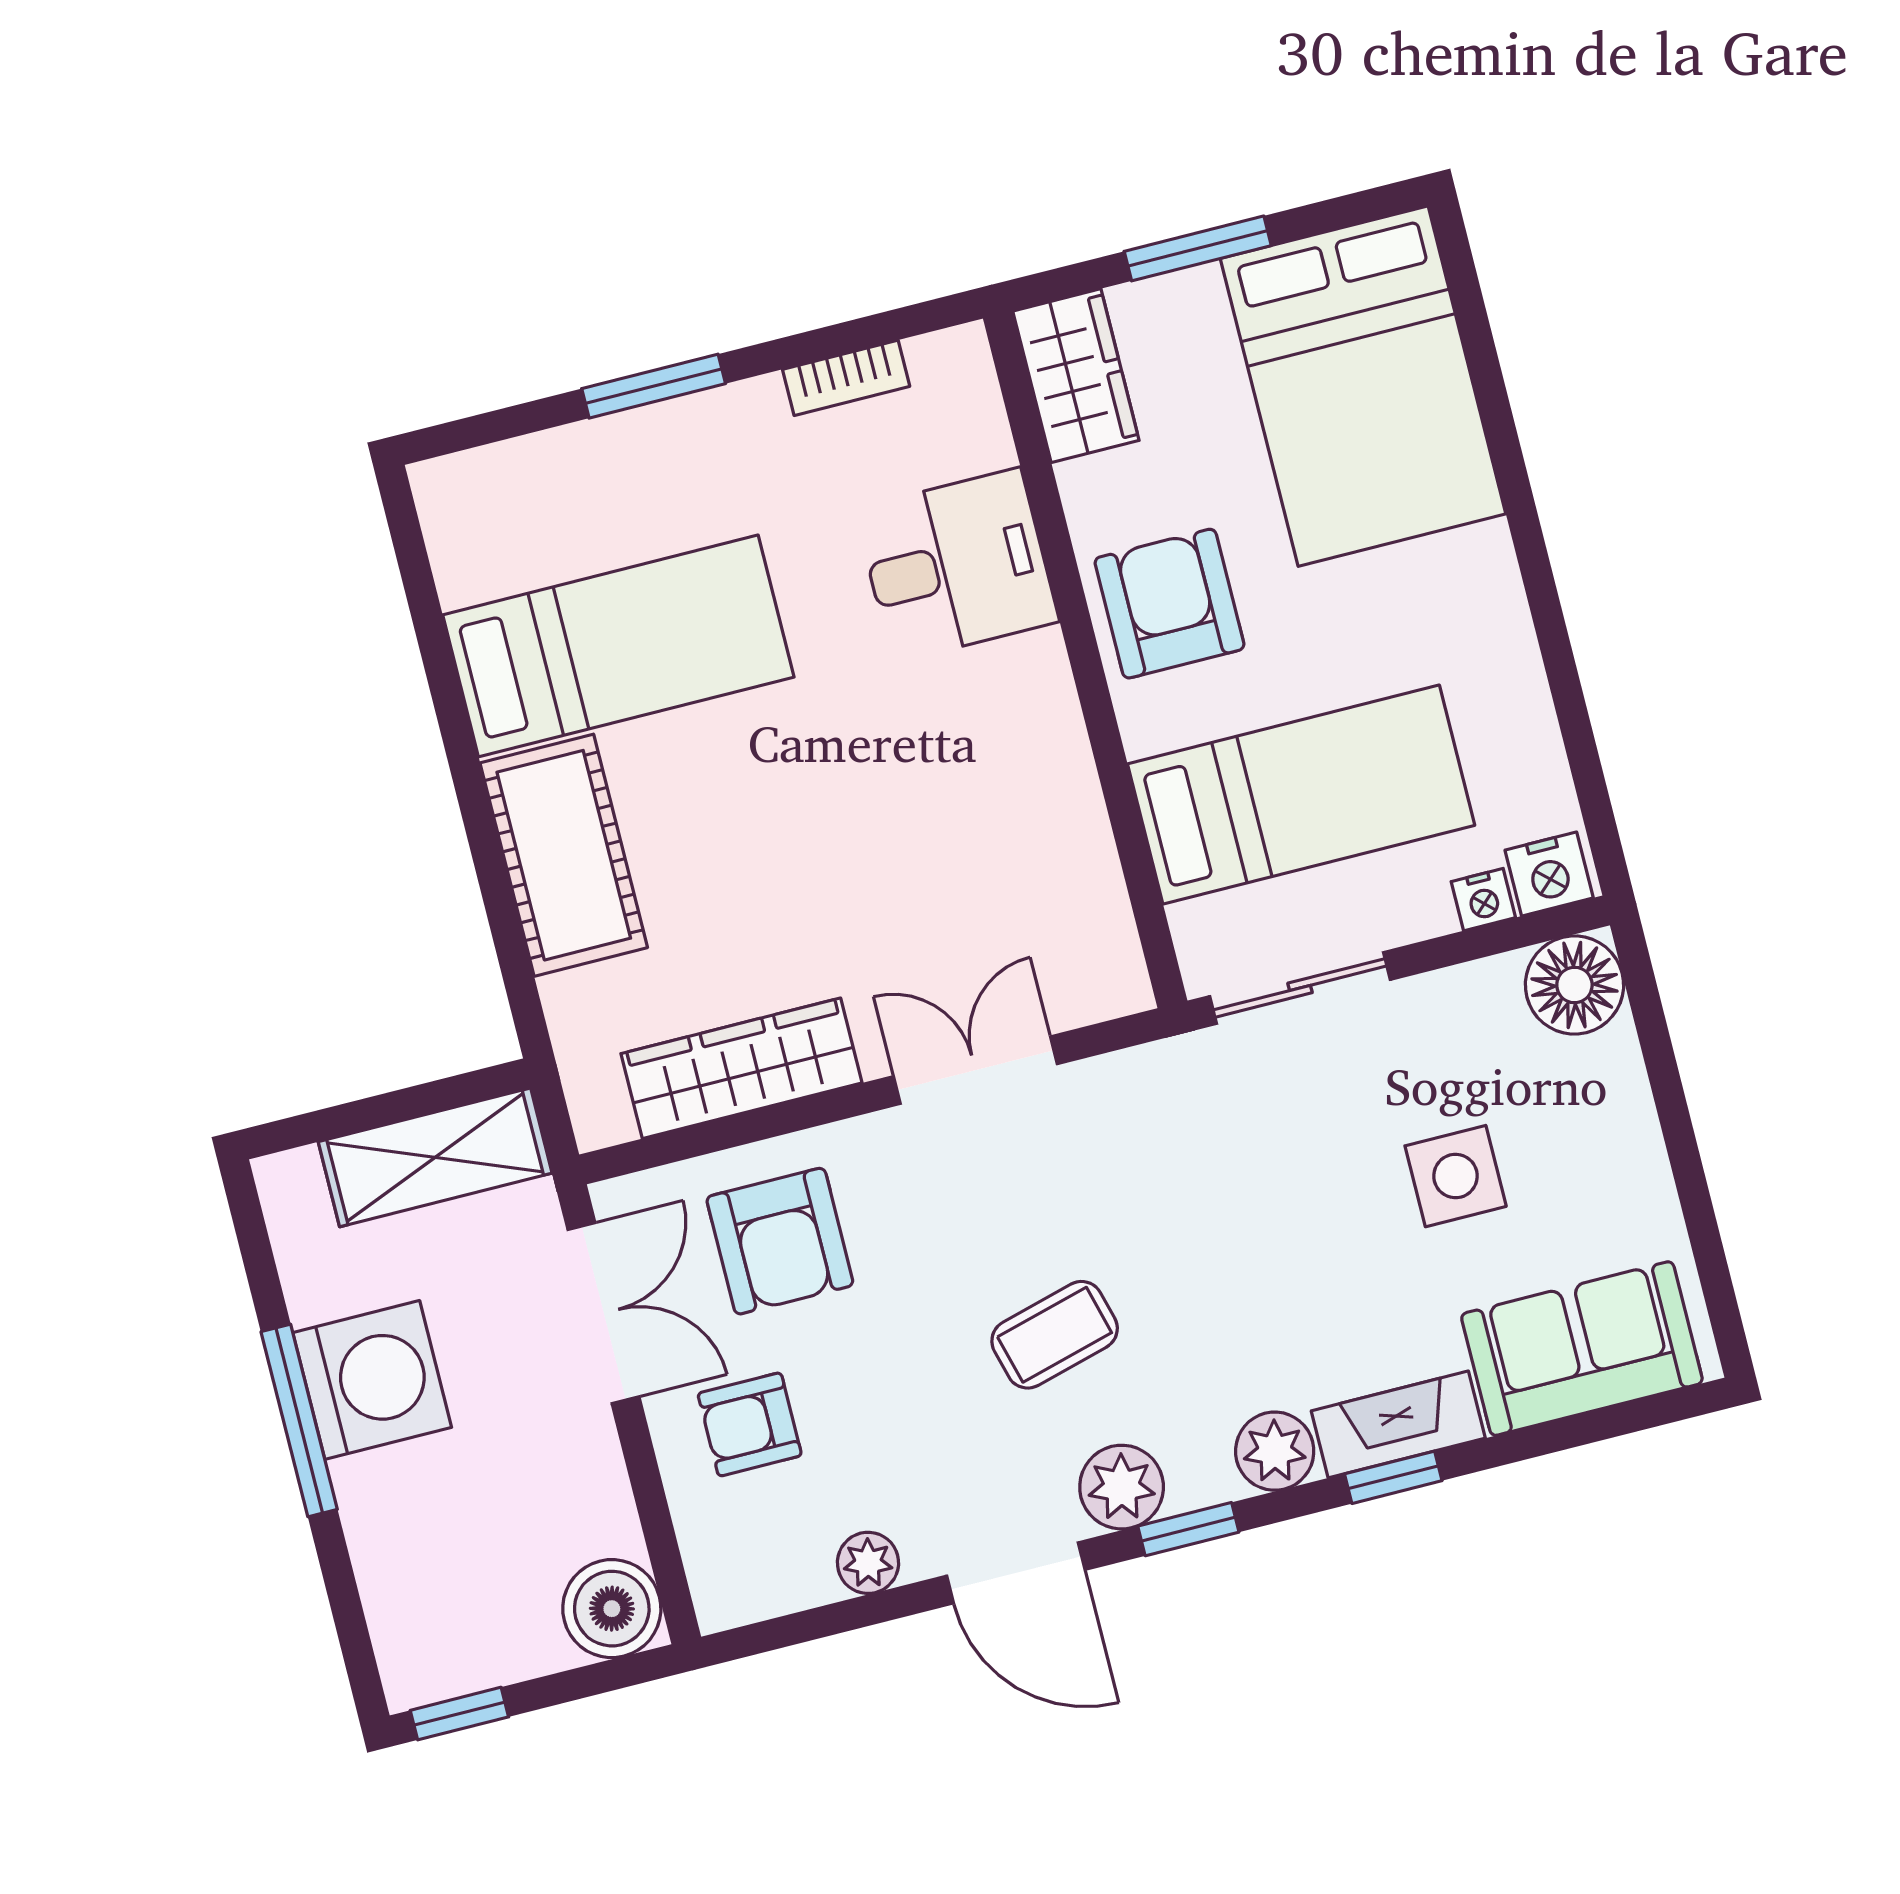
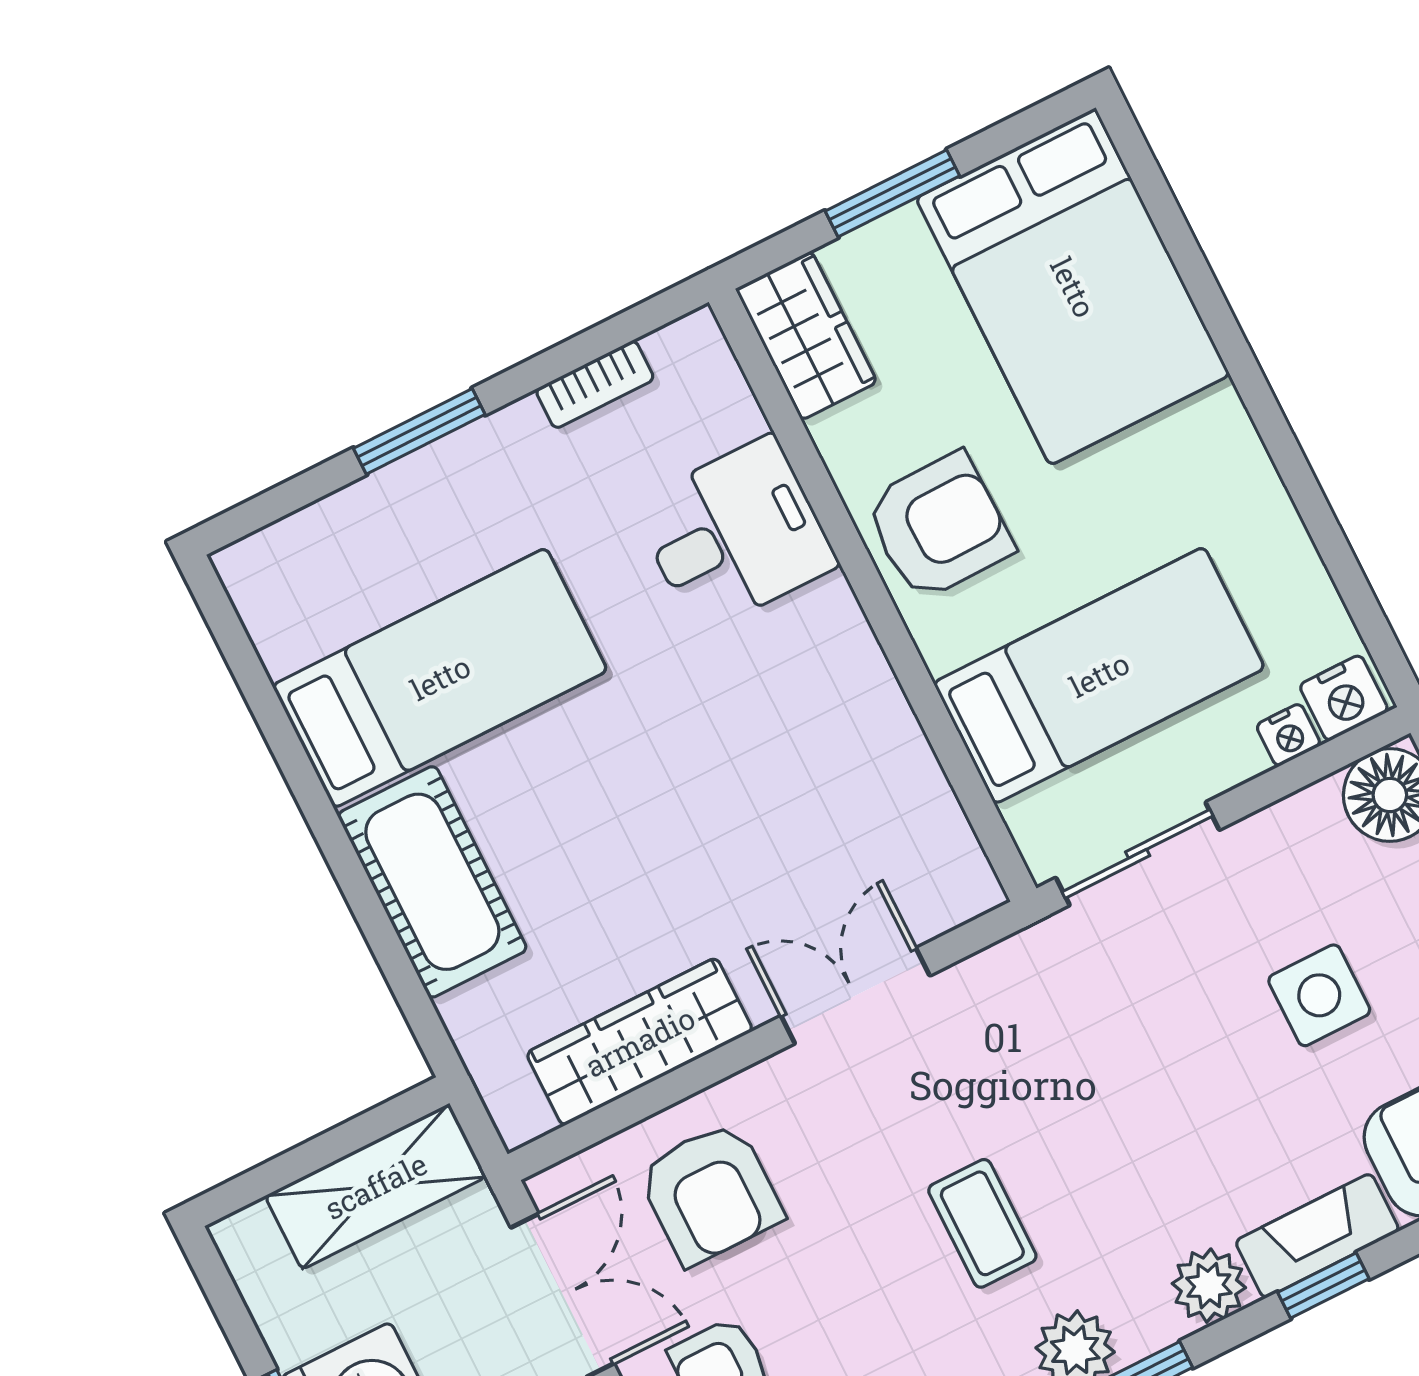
armchair: (1169, 604) -> (939, 526), turned 89
coffee table: (1055, 1335) -> (982, 1223), turned -75

